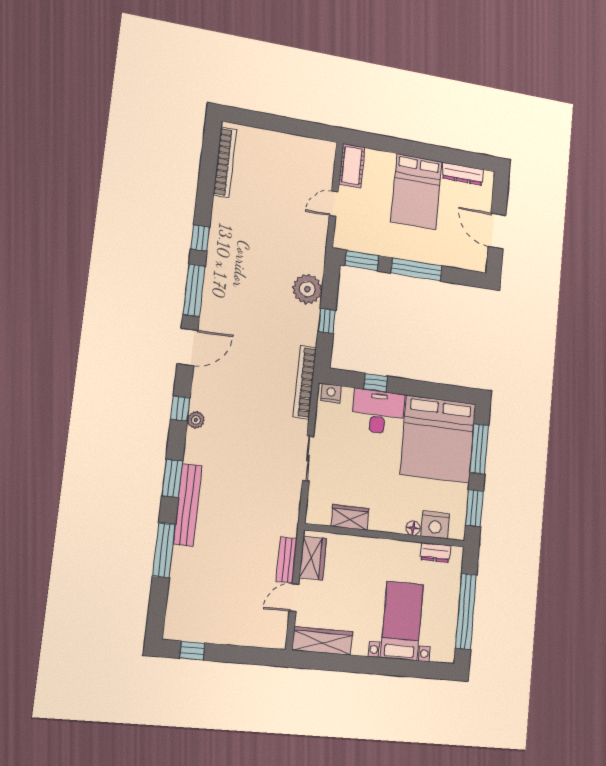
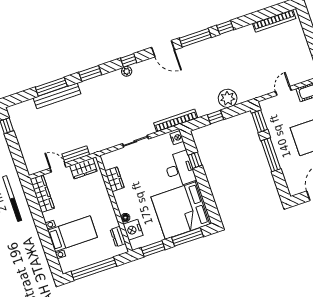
door: (334, 204) -> (283, 91), hinge flipped
bench: (188, 505) -> (57, 96), moved

